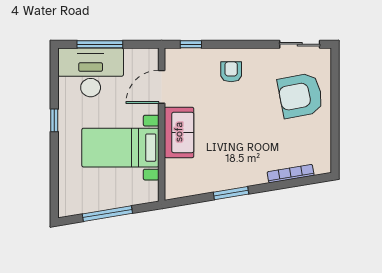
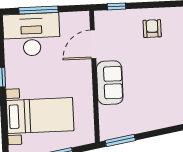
bed with nightstands: (120, 148) -> (40, 116), moved, turned 180
window: (231, 193) -> (120, 141), moved

